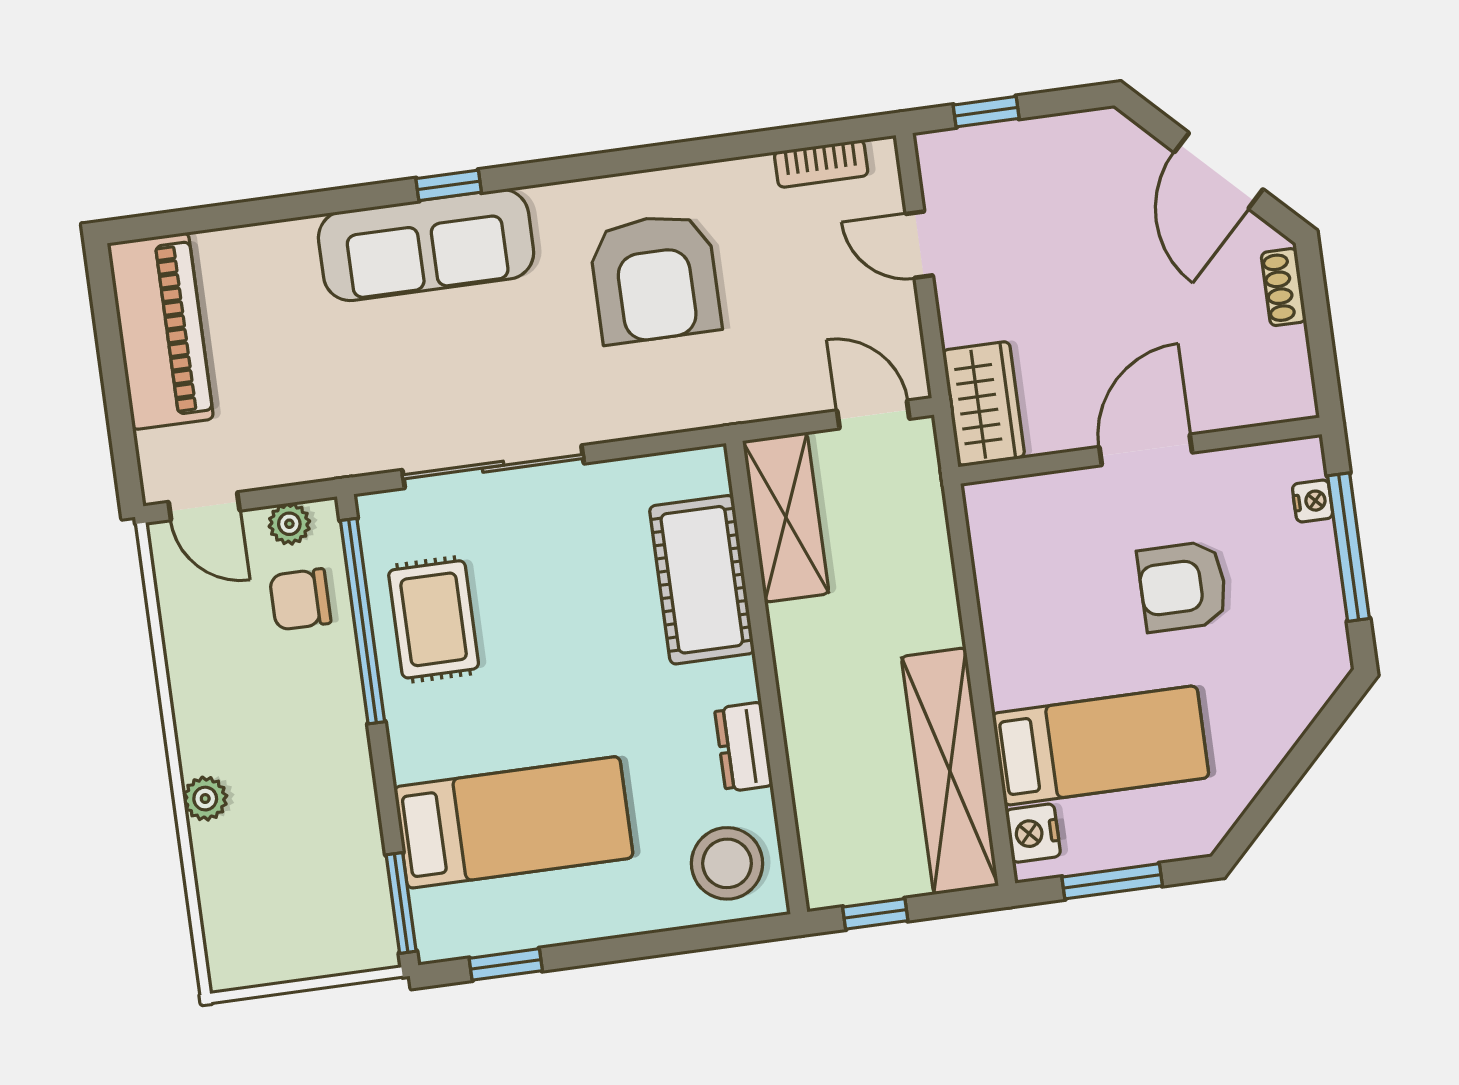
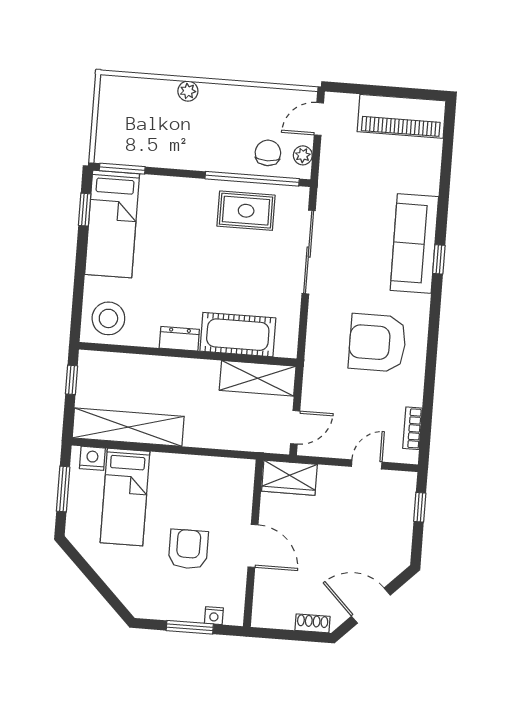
window: (1349, 547) -> (190, 627), width x0.69
dresser: (744, 747) -> (179, 339), moved
bed: (514, 822) -> (112, 224), moved

